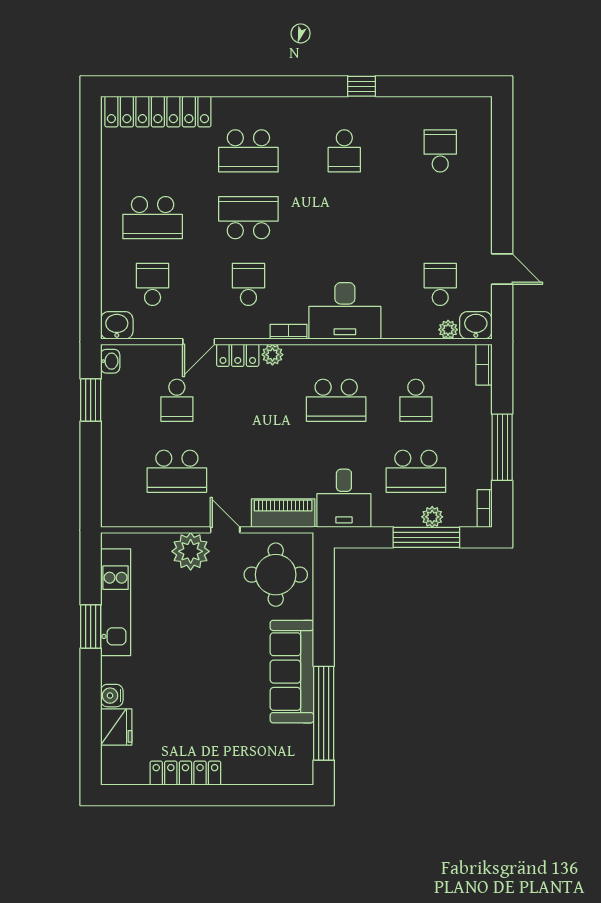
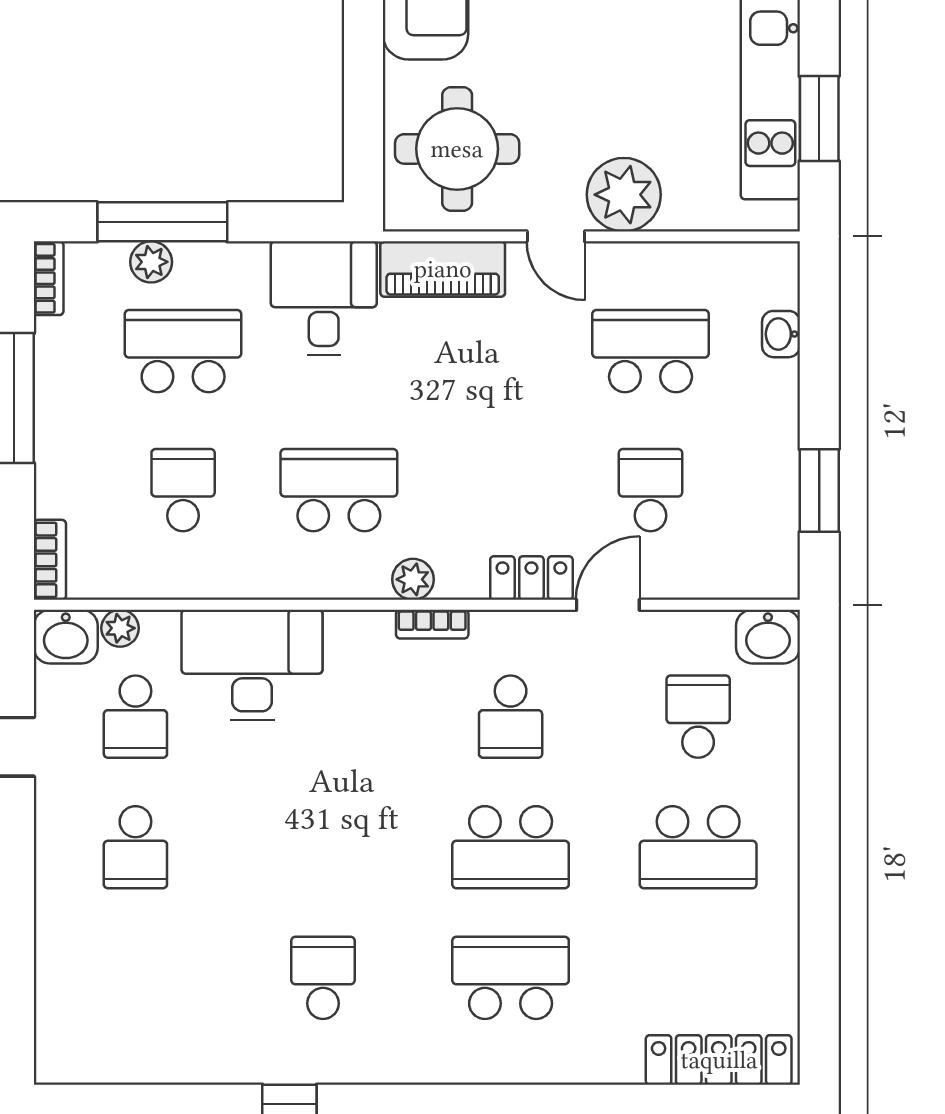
locker: (158, 112) -> (719, 1060), width x0.71, depth x0.83
school desk: (440, 151) -> (135, 847), moved
school desk: (153, 218) -> (698, 847), turned 180
school desk: (153, 284) -> (698, 717), turned 180
desk: (345, 311) -> (252, 665), moved
plant: (272, 355) -> (413, 579), moved
washbasin: (110, 361) -> (781, 334), moved
window: (91, 626) -> (819, 119), moved

